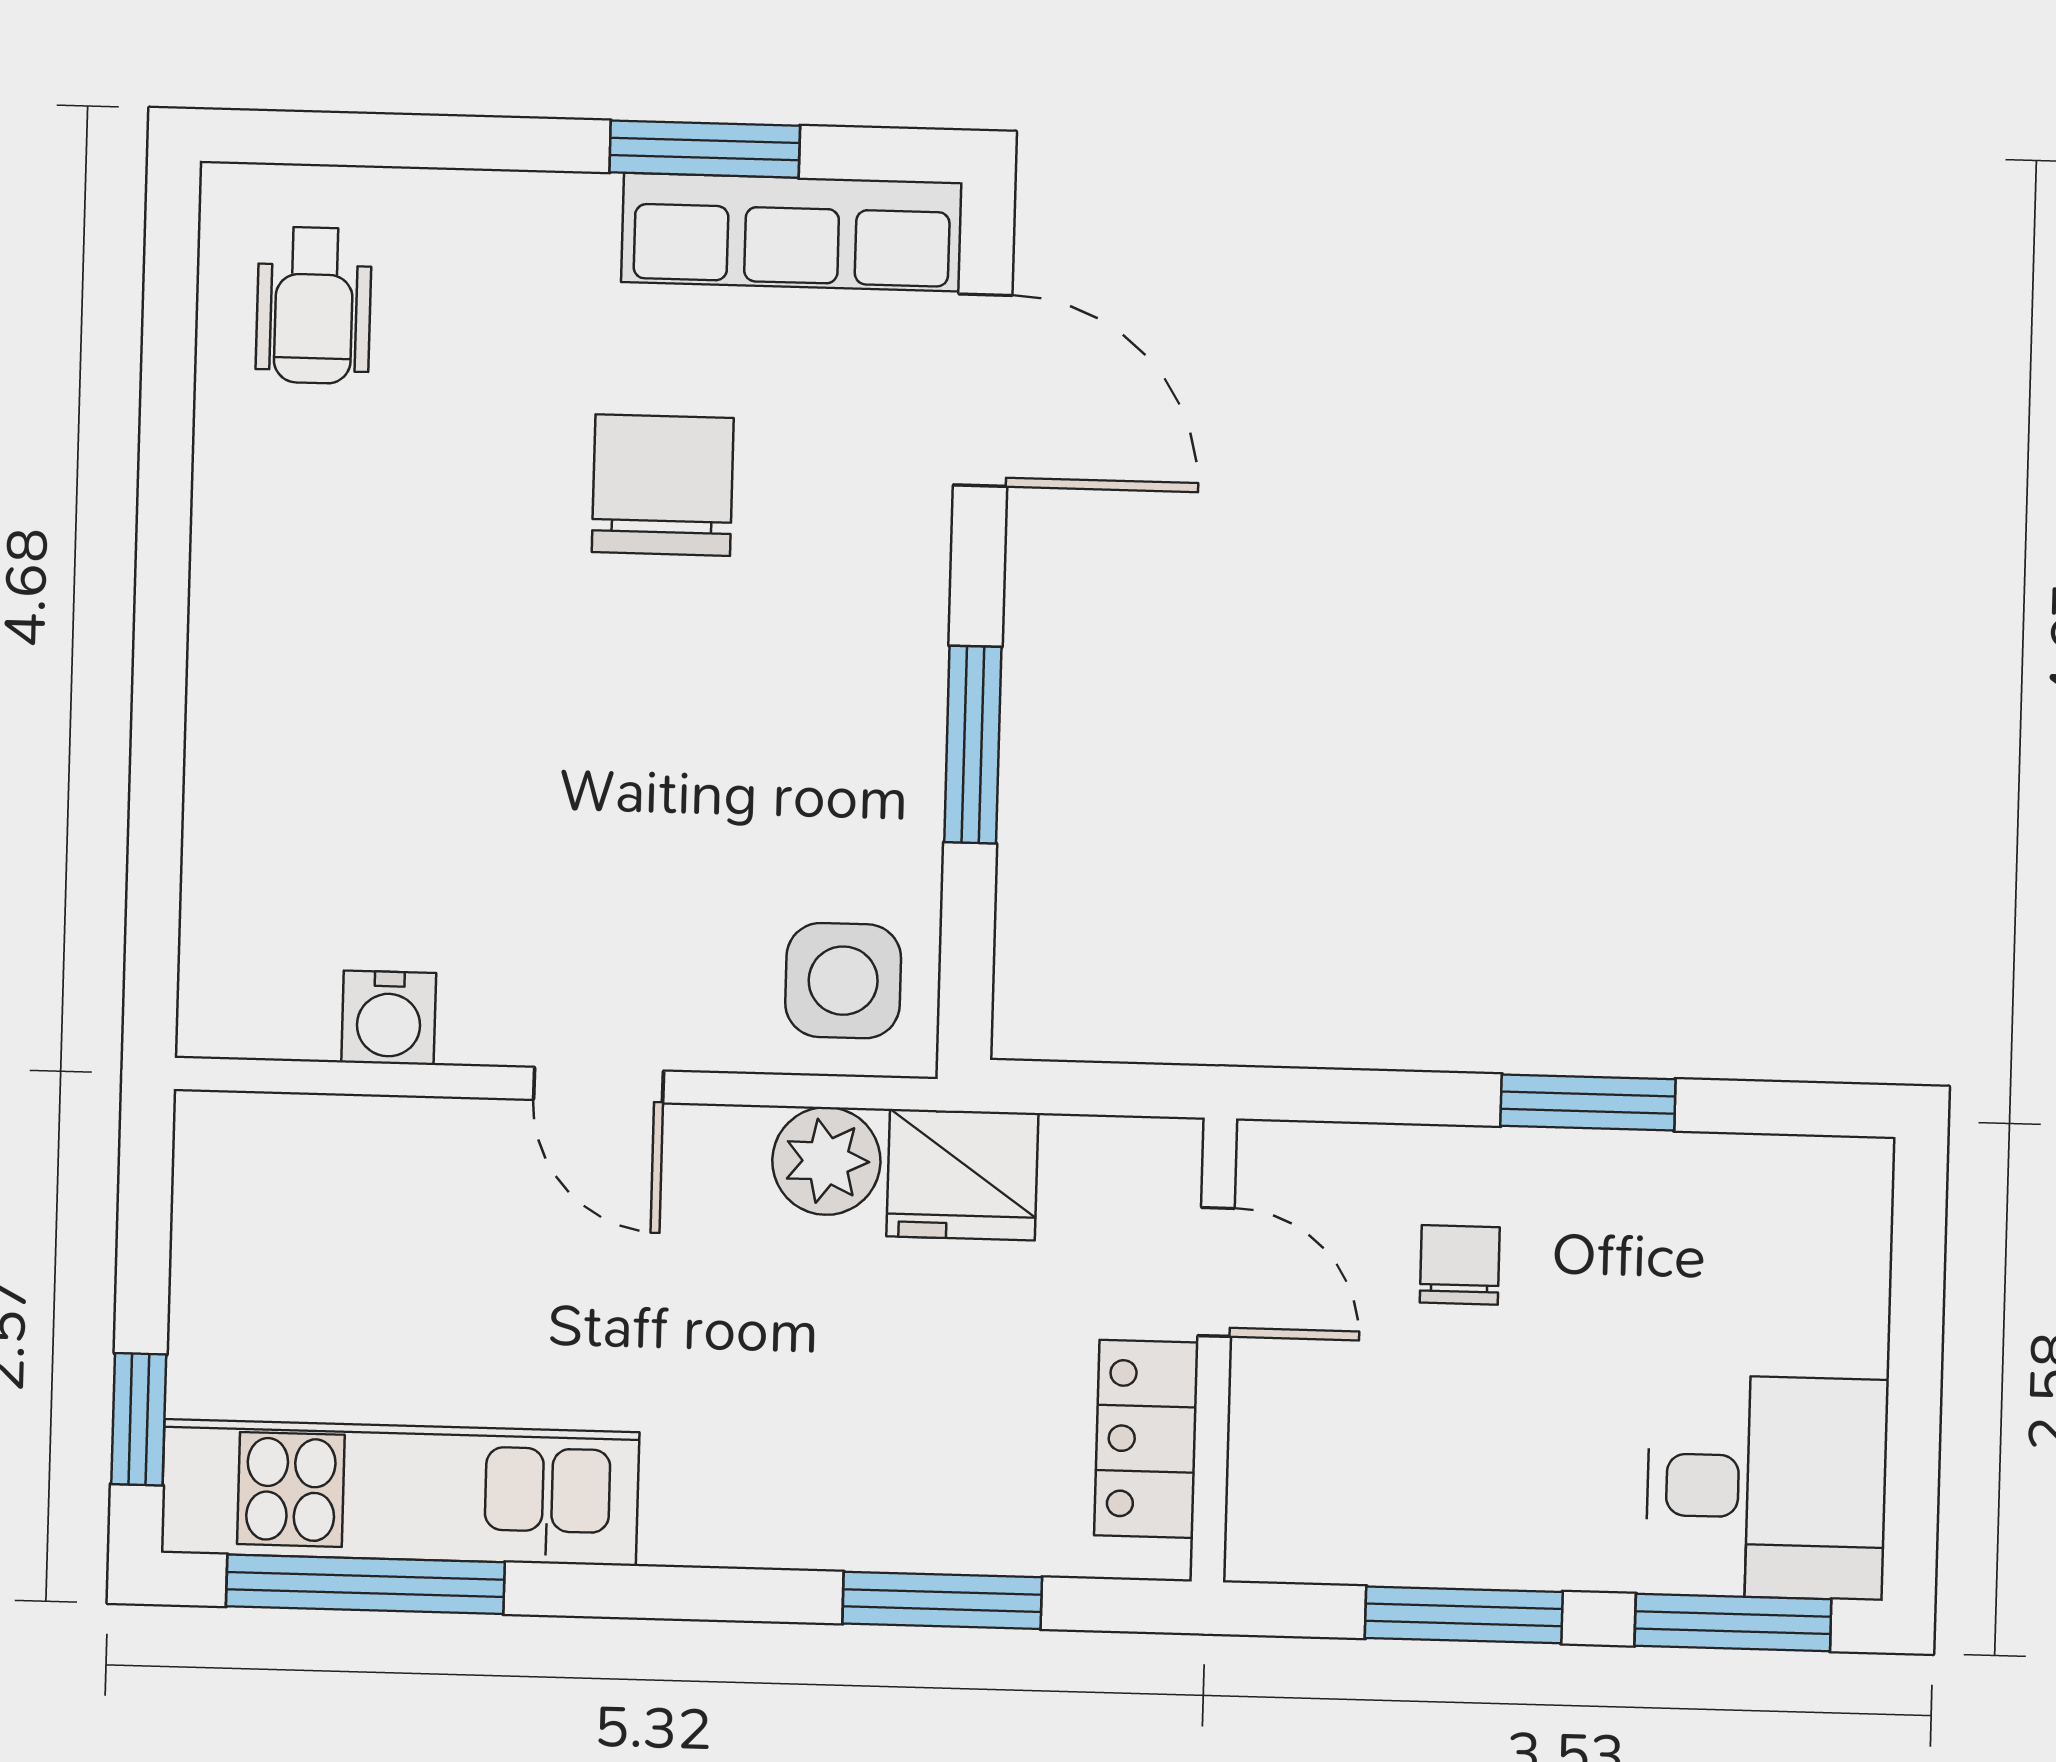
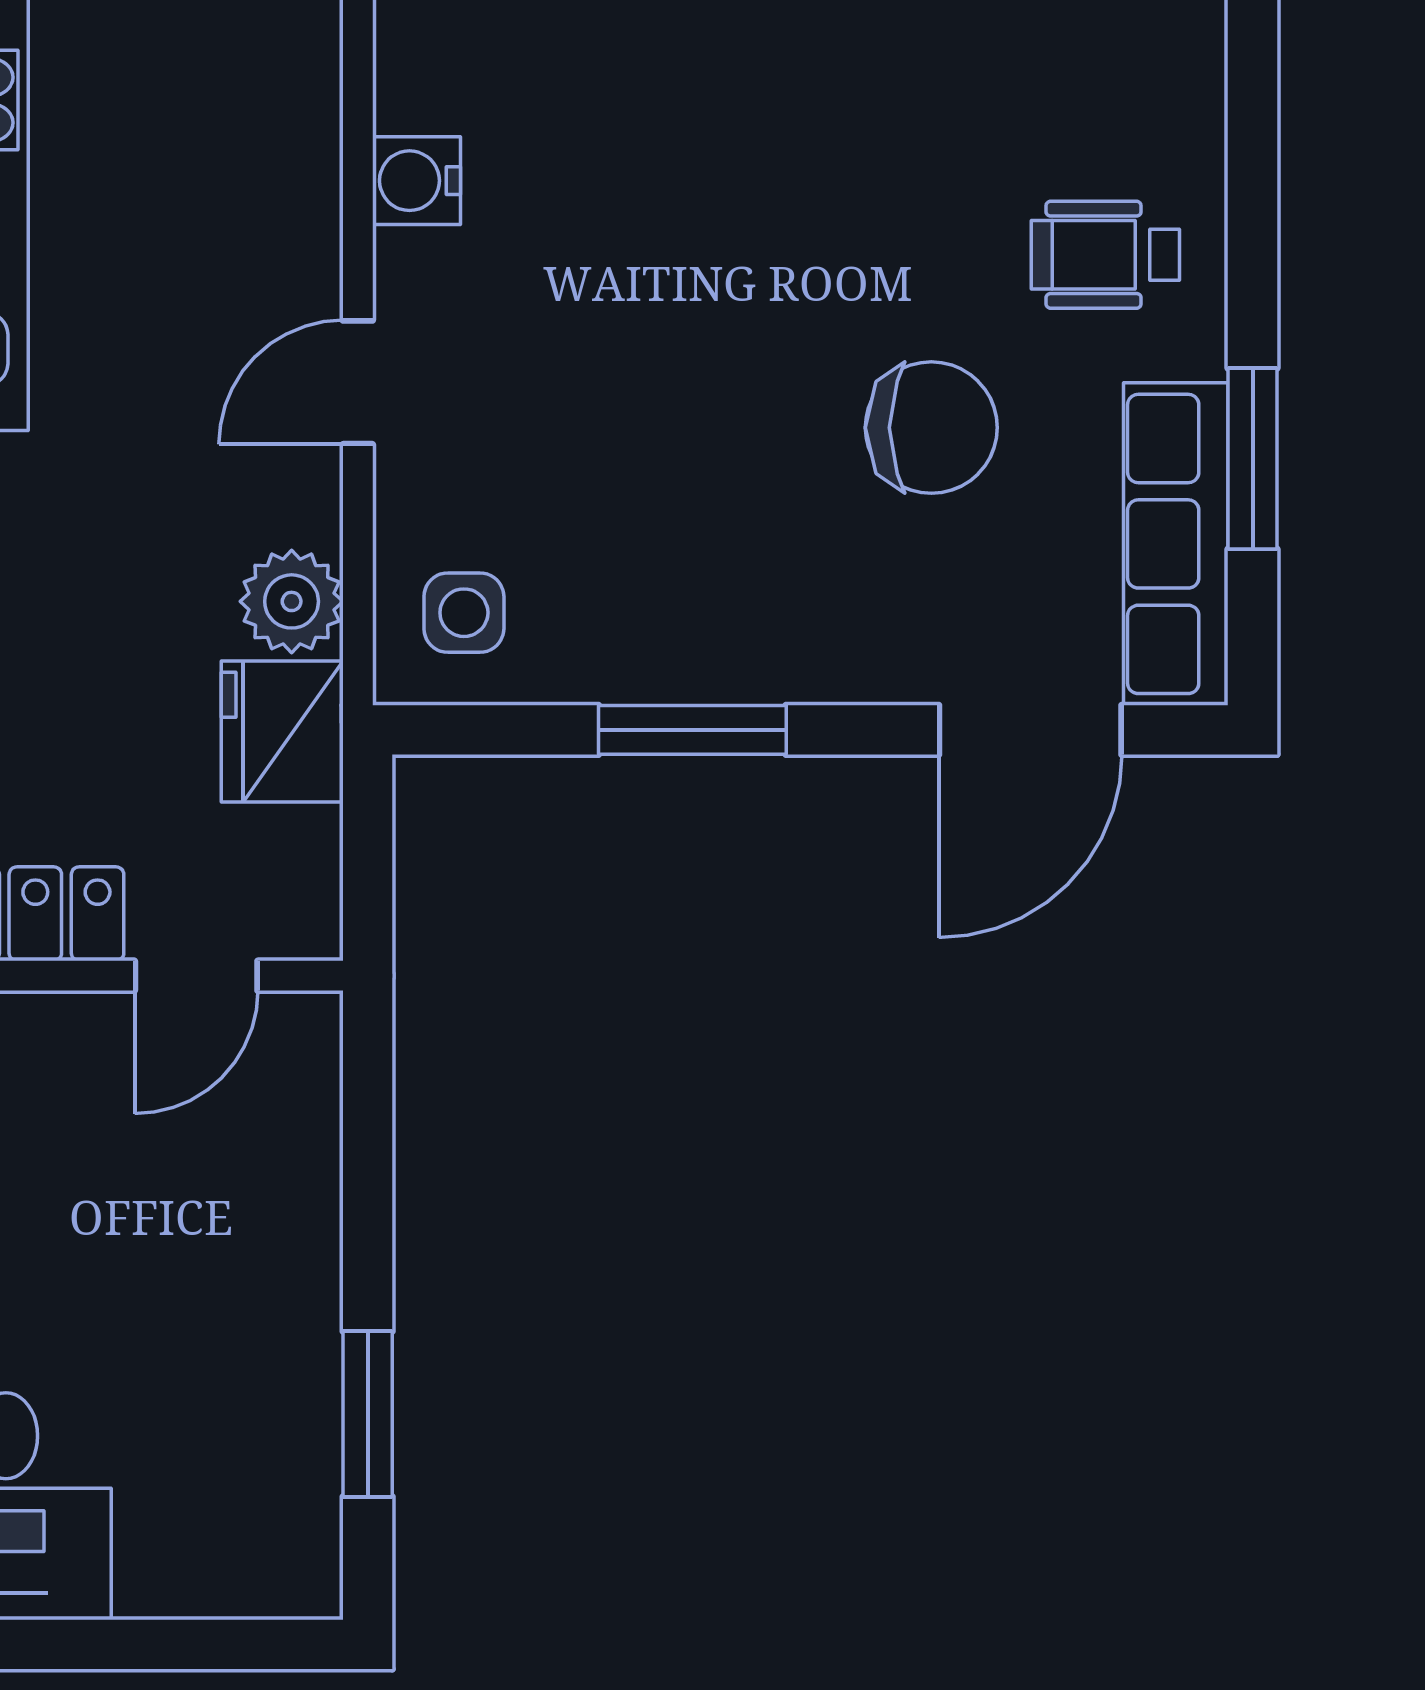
wheelchair: (314, 305) -> (1105, 255), moved
side table: (843, 981) -> (464, 613), width x0.73, depth x0.73
window: (1588, 1102) -> (368, 1414), moved
chair: (1460, 1265) -> (209, 1208), removed

